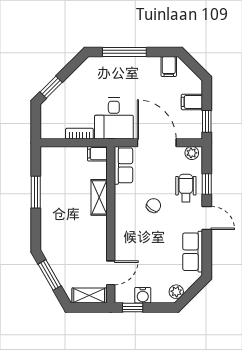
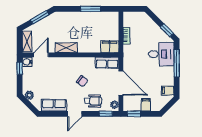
window: (51, 87) -> (167, 30), moved
desk: (114, 118) -> (161, 54), moved, turned 180
door: (157, 143) -> (121, 83), hinge flipped
filing cabinet: (97, 154) -> (110, 47), width x2.00
window: (207, 184) -> (106, 114), moved
shelving: (99, 197) -> (66, 48), moved
door: (111, 273) -> (41, 55), swing flipped
water cooler: (143, 295) -> (27, 62), moved

